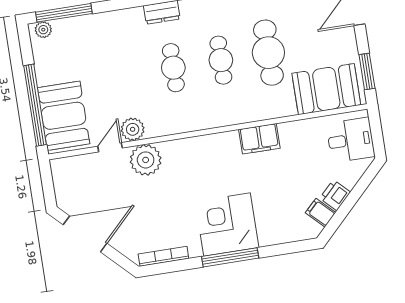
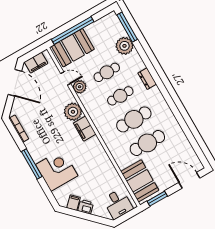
plant: (43, 30) -> (124, 46), moved, width x1.87, depth x1.87
cafe table: (221, 60) -> (134, 119), width x1.37, depth x1.35
cafe table: (126, 75) -> (107, 72), added
filing cabinet: (259, 139) -> (85, 129), moved
plant: (146, 160) -> (73, 112), moved
filing cabinet: (65, 186) -> (36, 63), added
corner desk: (227, 225) -> (57, 170), moved

